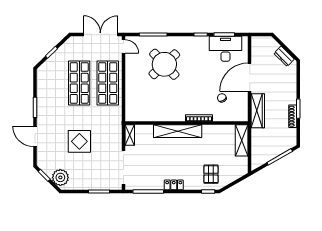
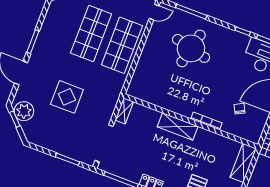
door: (123, 46) -> (154, 12), hinge flipped
round table: (164, 64) -> (191, 48), turned -34
shelving: (178, 131) -> (178, 126), width x0.68
plant: (60, 177) -> (24, 111), moved

